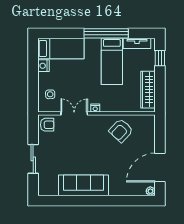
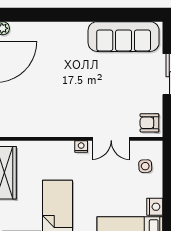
armchair: (121, 131) -> (44, 115), removed
sofa: (84, 185) -> (124, 37), moved

